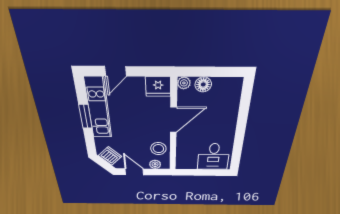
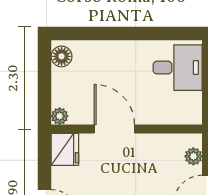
floor lamp: (203, 84) -> (62, 56), moved
stool: (158, 149) -> (164, 151), removed

